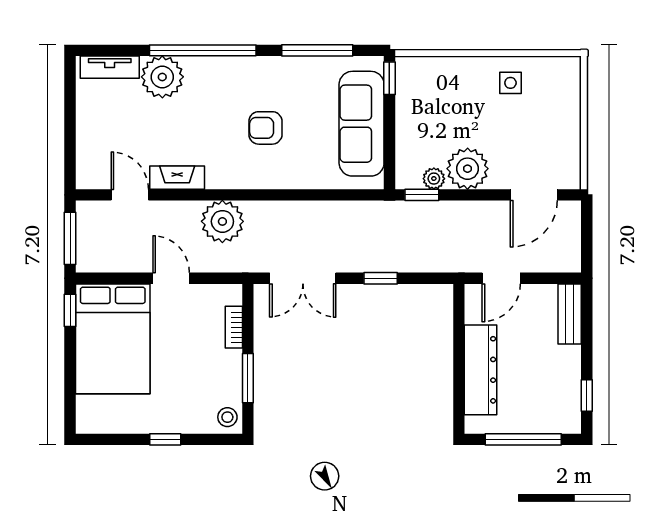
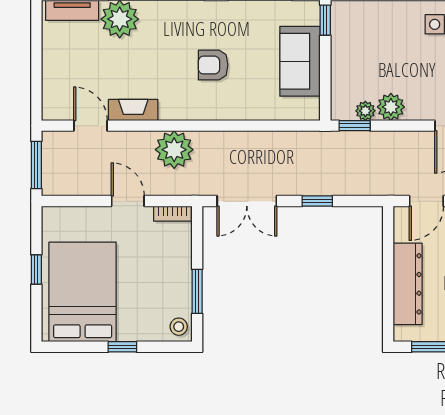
sofa: (362, 124) -> (300, 61), width x0.73
plant: (468, 169) -> (391, 107), width x0.73, depth x0.73
window: (70, 310) -> (36, 270), moved
bookcase: (234, 327) -> (172, 214), moved, turned -90
bed: (113, 339) -> (83, 292), moved, turned 180

